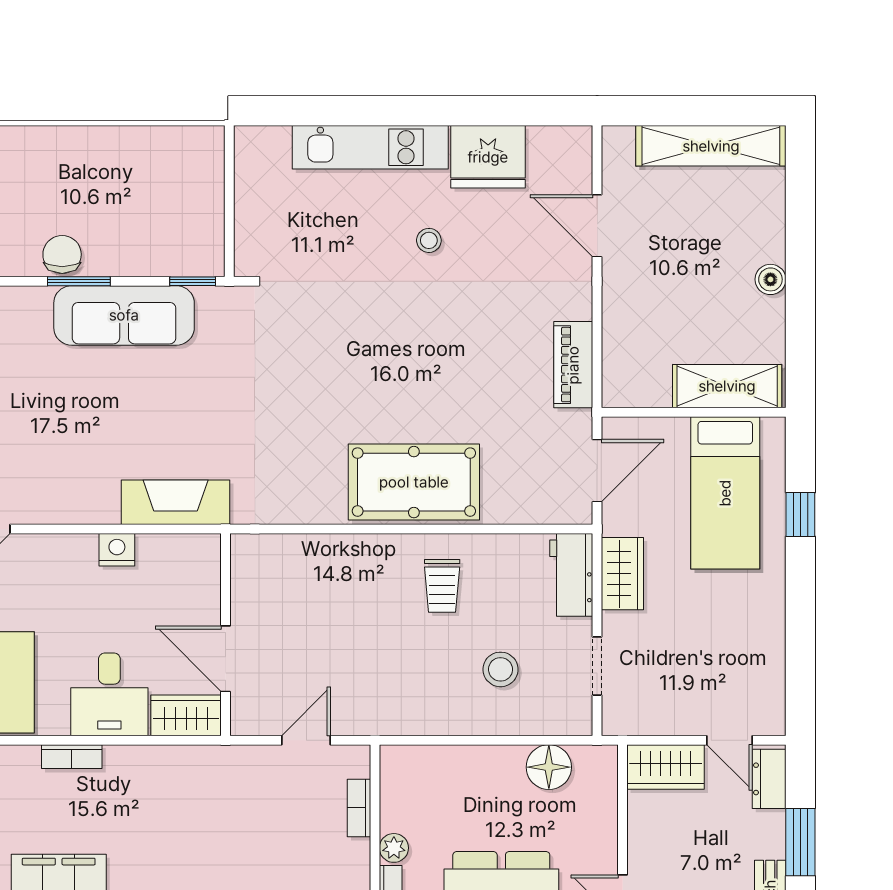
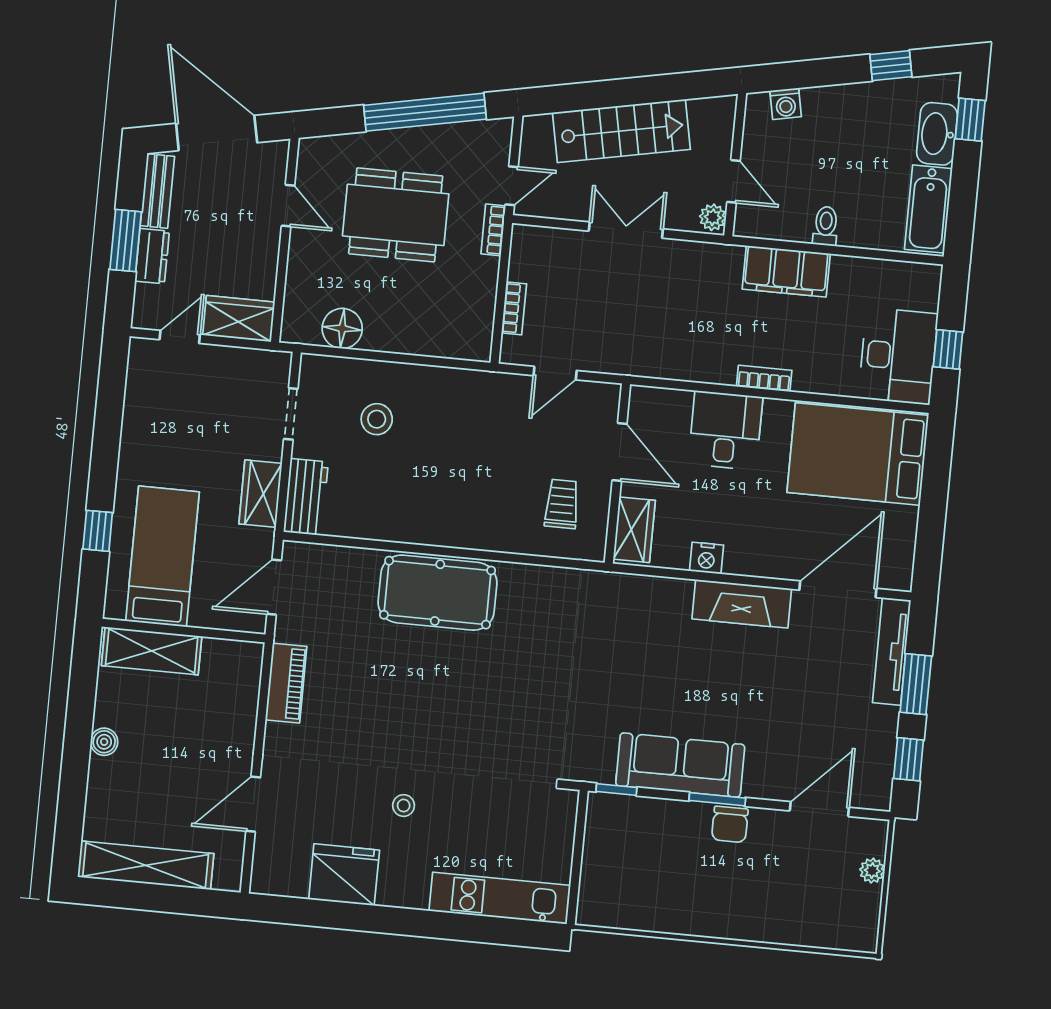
kitchen unit: (370, 147) -> (500, 898), moved
door: (597, 226) -> (253, 804), swing flipped
fireplace: (176, 502) -> (742, 604), moved
trolley: (442, 586) -> (562, 504), moved
wardrobe: (186, 715) -> (634, 530), moved, turned -90
door: (730, 740) -> (180, 337), hinge flipped
dresser: (769, 779) -> (152, 256), moved
plant: (394, 848) -> (486, 270), removed

